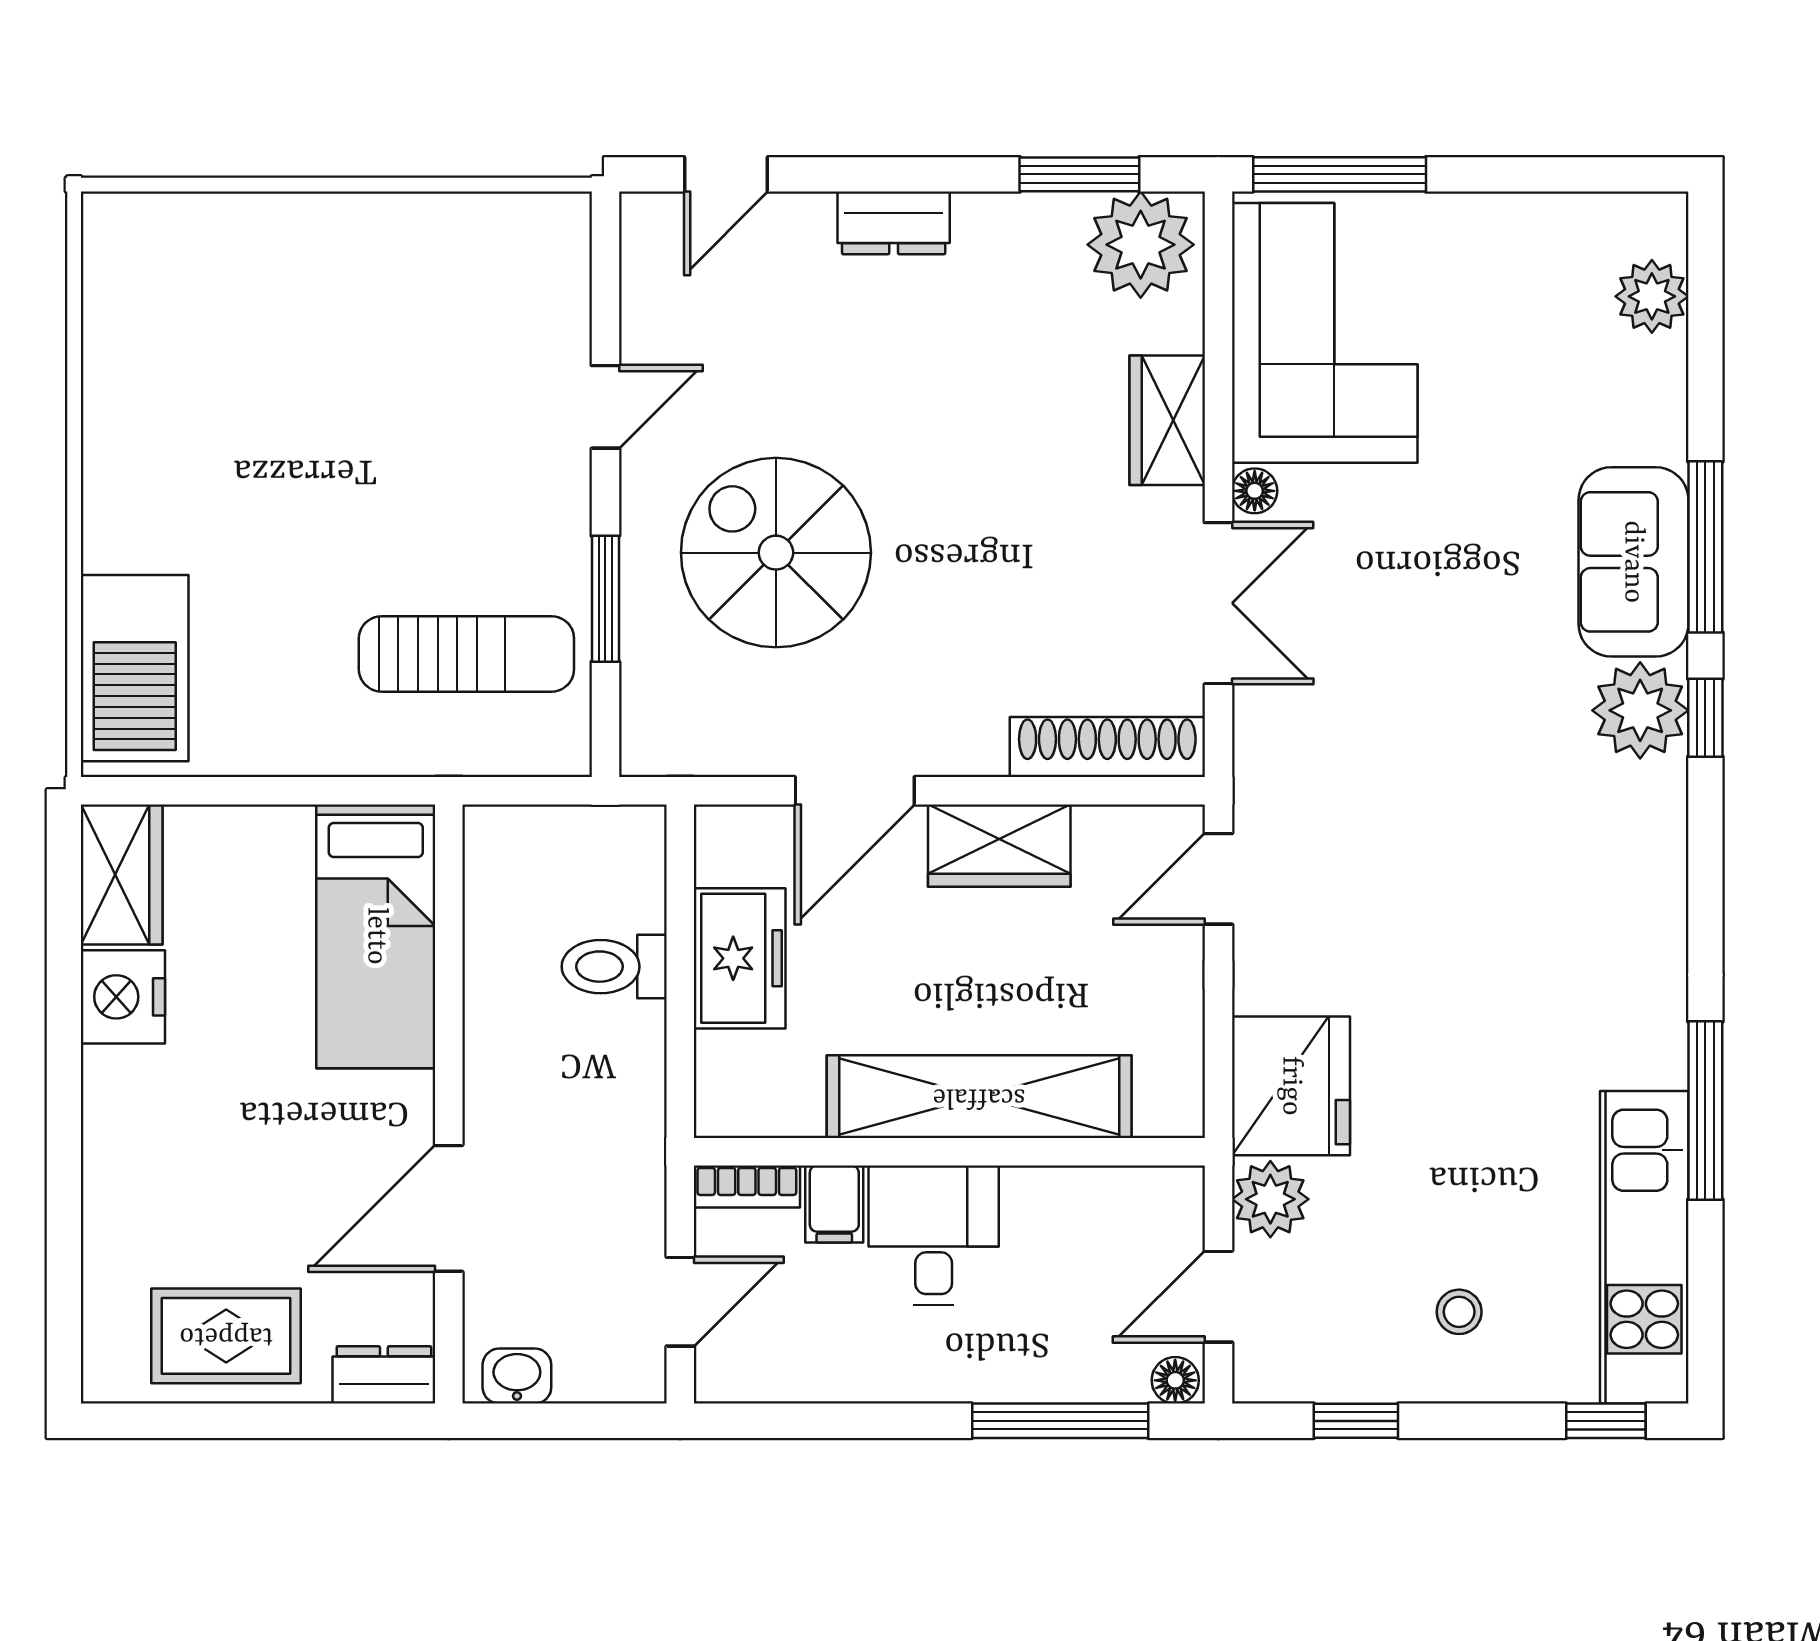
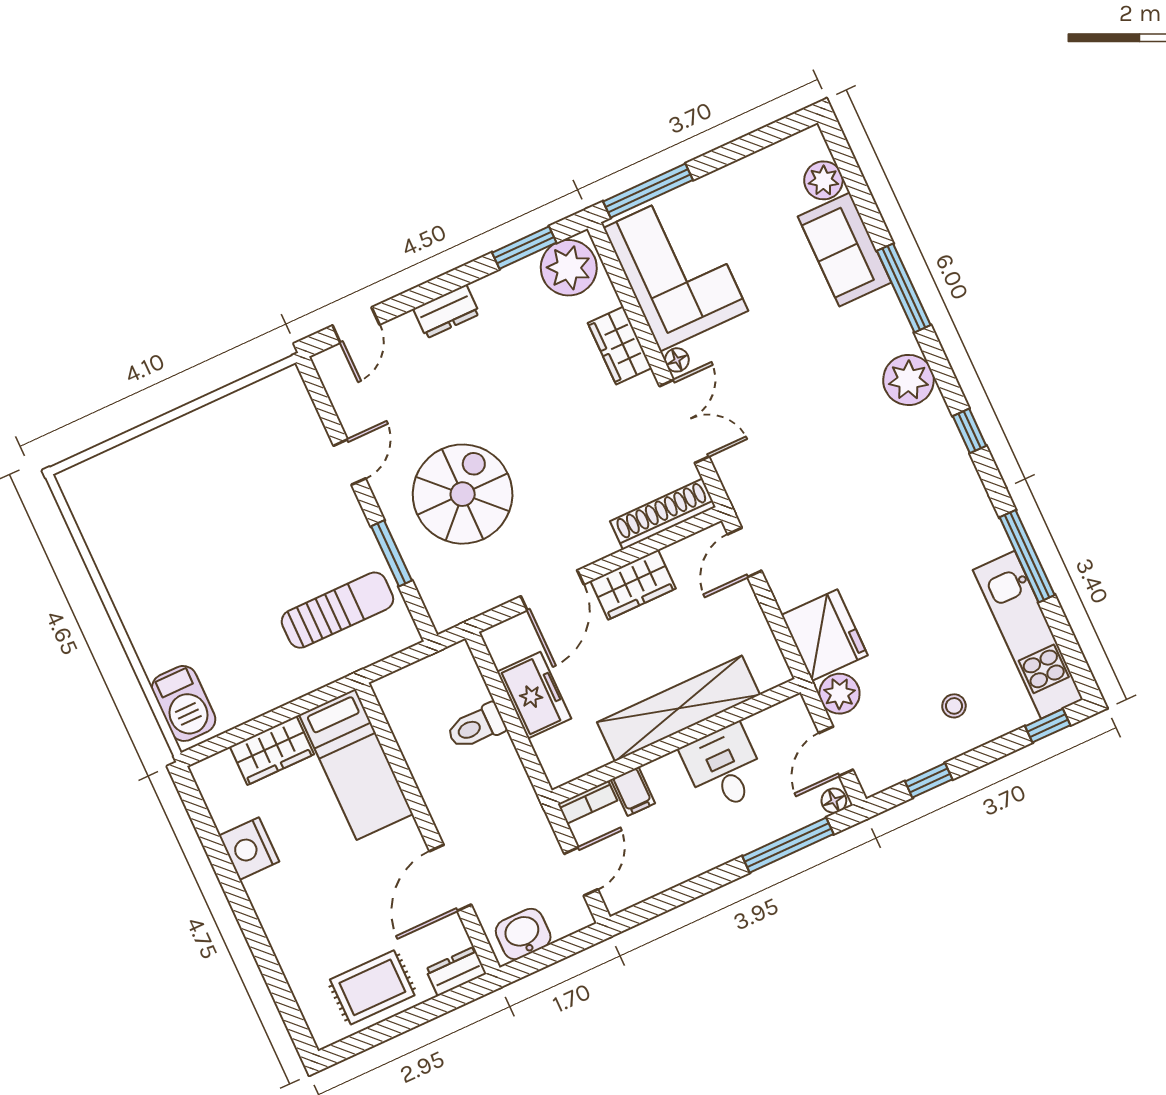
spiral stairs: (776, 553) -> (463, 494), turned 90
sofa: (1633, 562) -> (845, 249), moved
barbecue: (135, 668) -> (184, 703), width x0.73, depth x0.83
window: (1705, 718) -> (970, 431), moved
wardrobe: (122, 874) -> (272, 750), moved, turned 90
desk: (934, 1235) -> (724, 768), moved
washbasin: (517, 1376) -> (523, 934), width x1.38, depth x1.45

